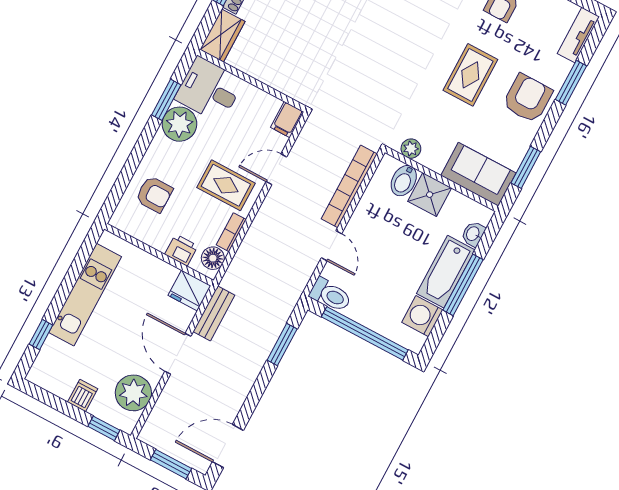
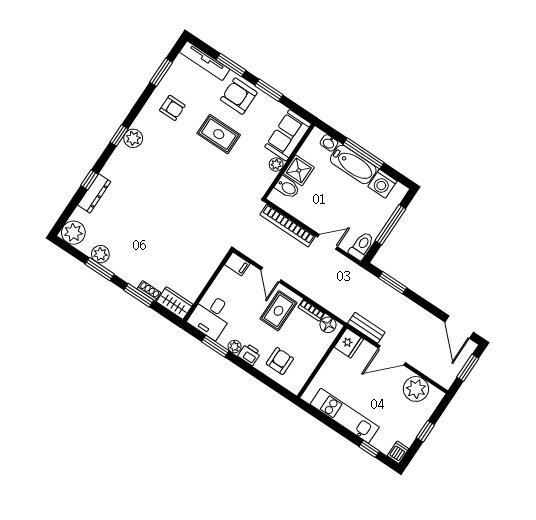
tv unit: (578, 35) -> (205, 61), width x1.41
plant: (179, 124) -> (235, 347), width x0.53, depth x0.53
plant: (411, 149) -> (276, 165), moved
window: (526, 167) -> (269, 90), moved
printer: (181, 250) -> (249, 354), moved, turned 90
window: (365, 333) -> (390, 225), width x0.68
dishwasher: (83, 395) -> (398, 452), moved, turned 90
window: (104, 428) -> (425, 431), moved

